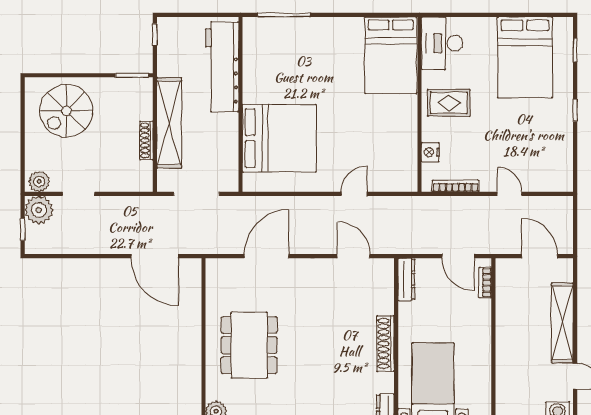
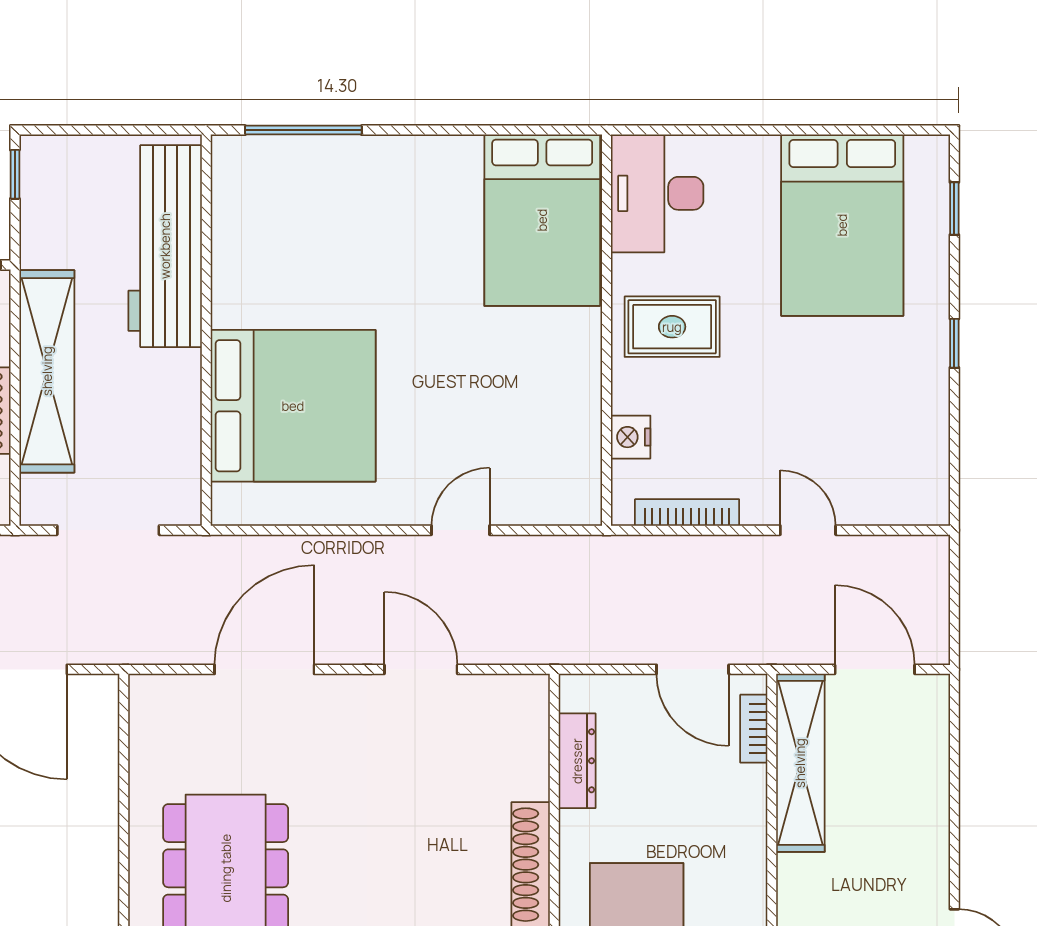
door: (353, 256) -> (421, 669), moved
dresser: (406, 279) -> (577, 761), moved
shelving: (562, 323) -> (800, 763), moved

